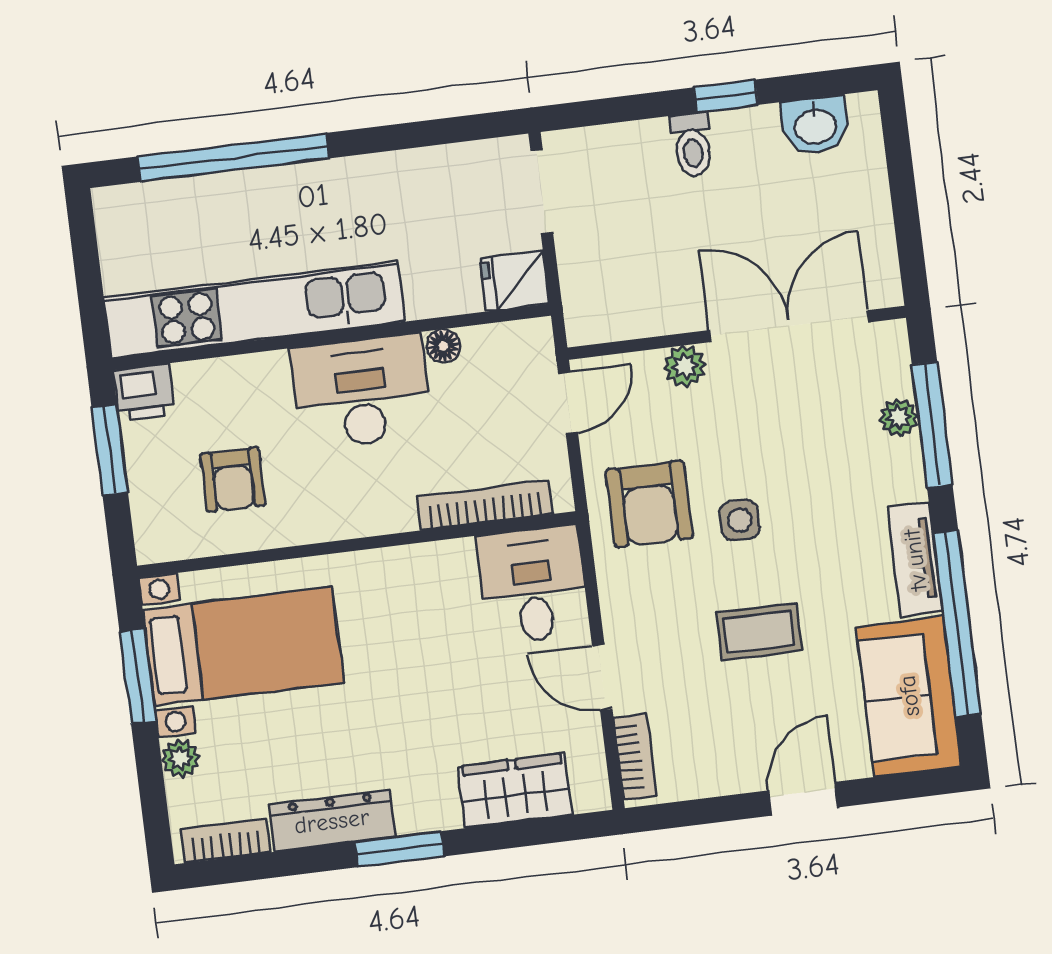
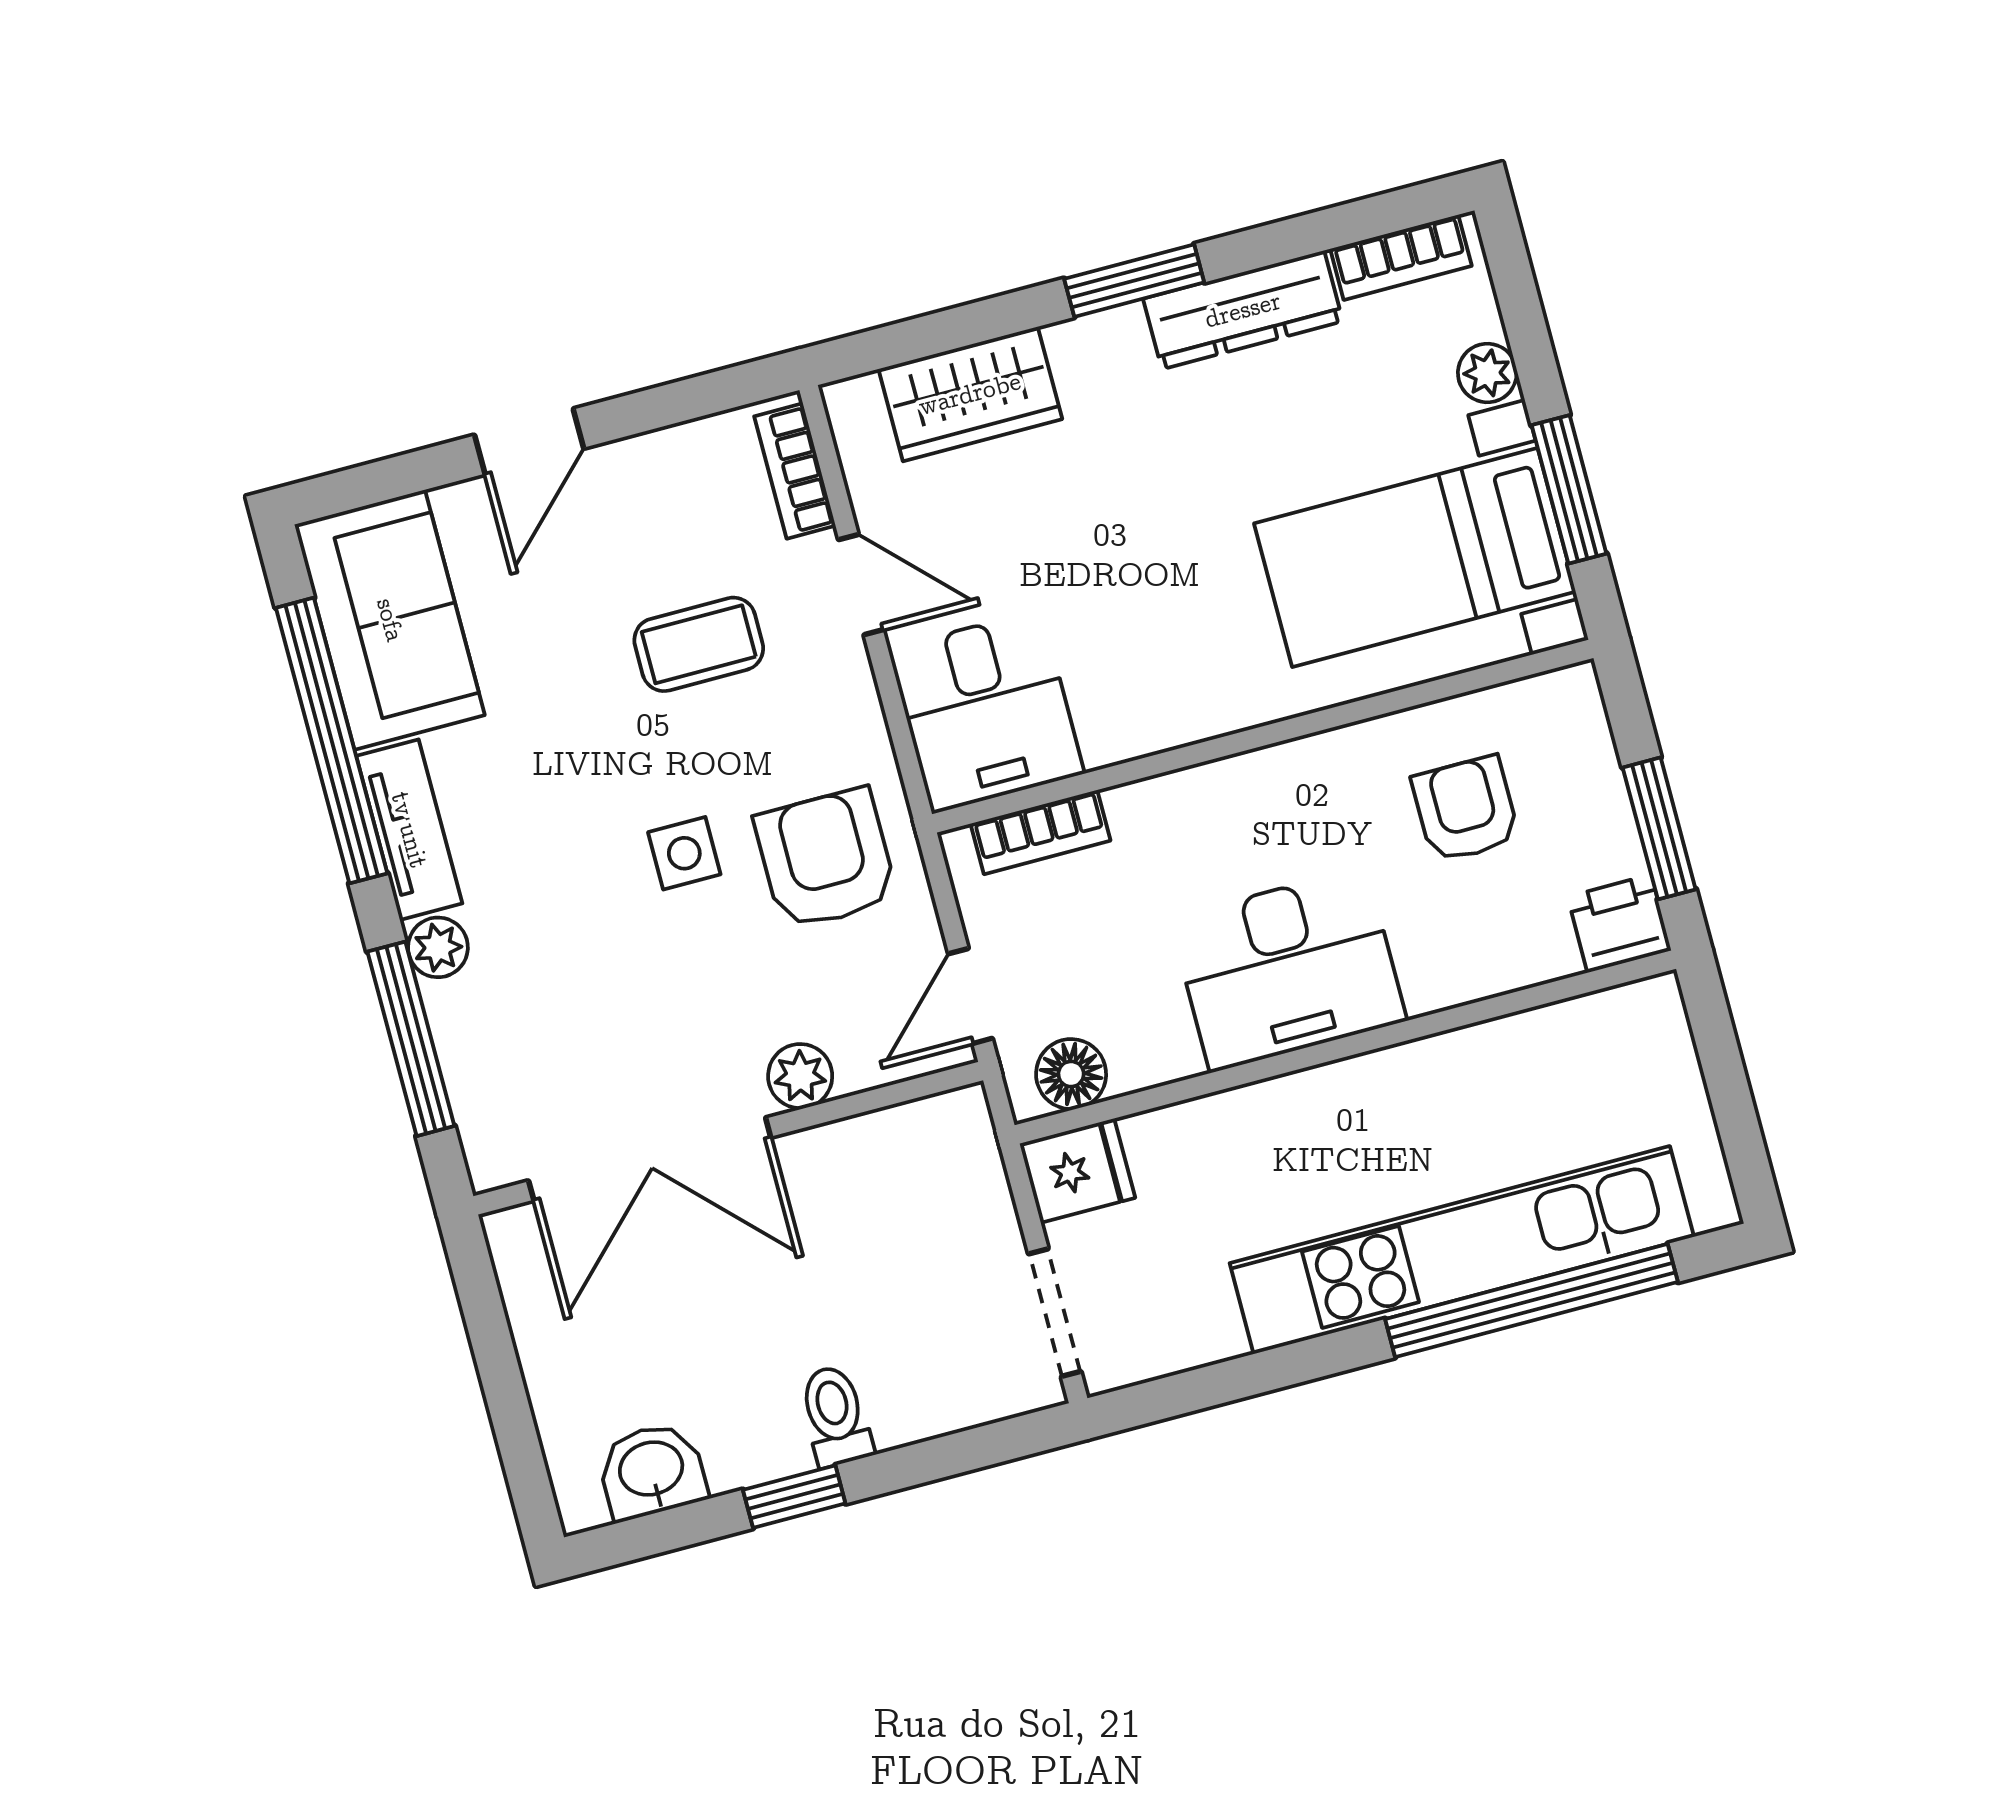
kitchen unit: (254, 310) -> (1462, 1250), moved, turned 180
floor lamp: (443, 346) -> (1071, 1074), moved, width x1.37, depth x1.37
plant: (899, 418) -> (438, 947), moved
bookcase: (485, 505) -> (1040, 832), width x0.64
coffee table: (759, 632) -> (699, 644), moved

